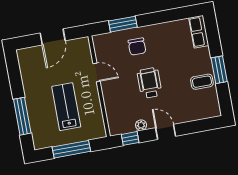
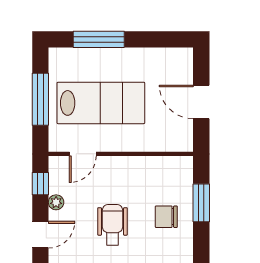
door: (97, 72) -> (83, 154), moved
wheelchair: (149, 83) -> (113, 225), turned -90
lab bench: (66, 107) -> (101, 103), width x1.36, depth x1.39

